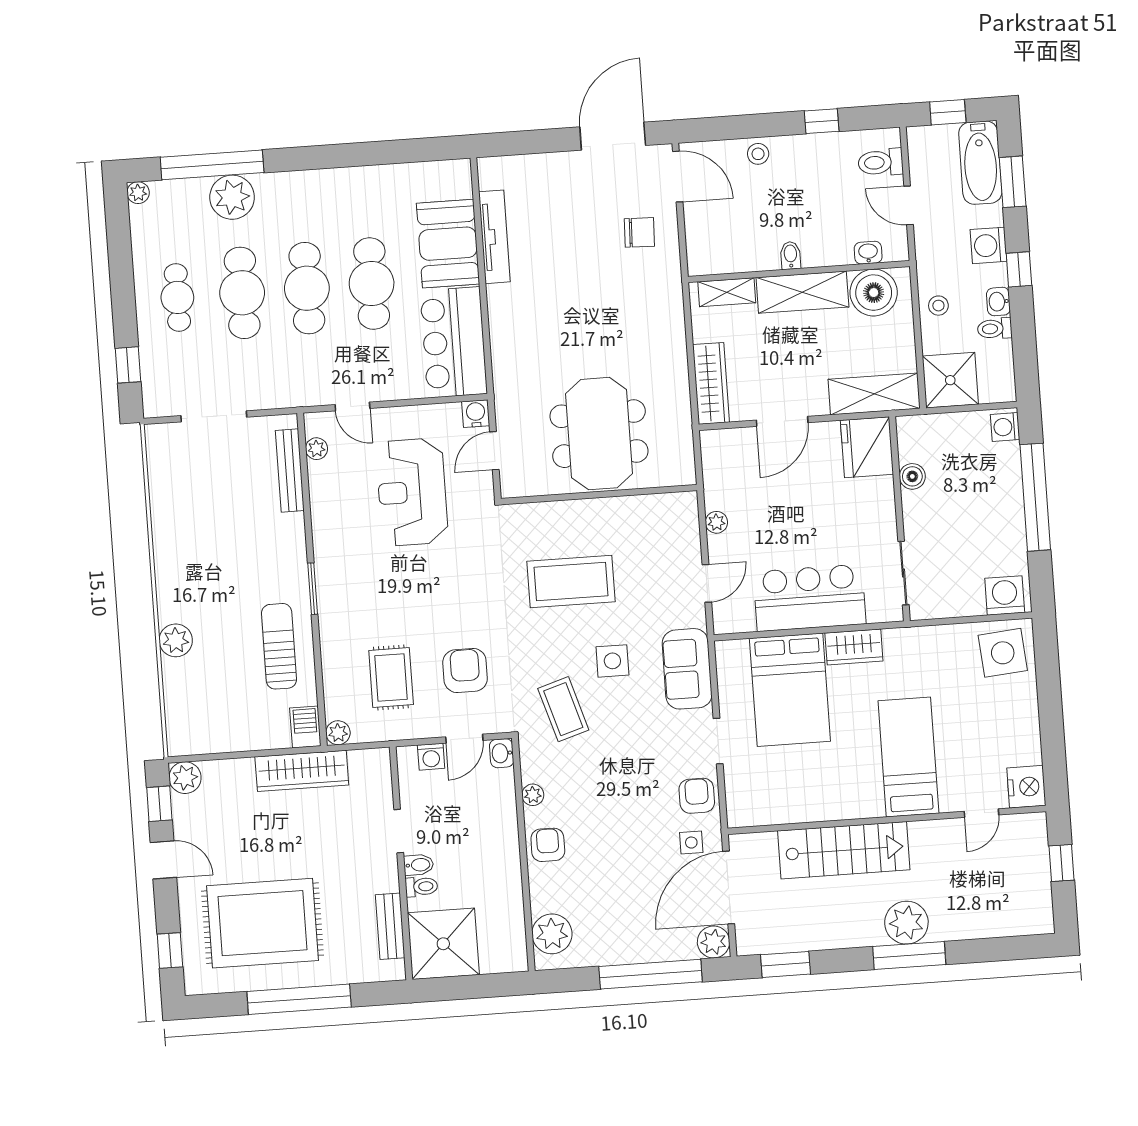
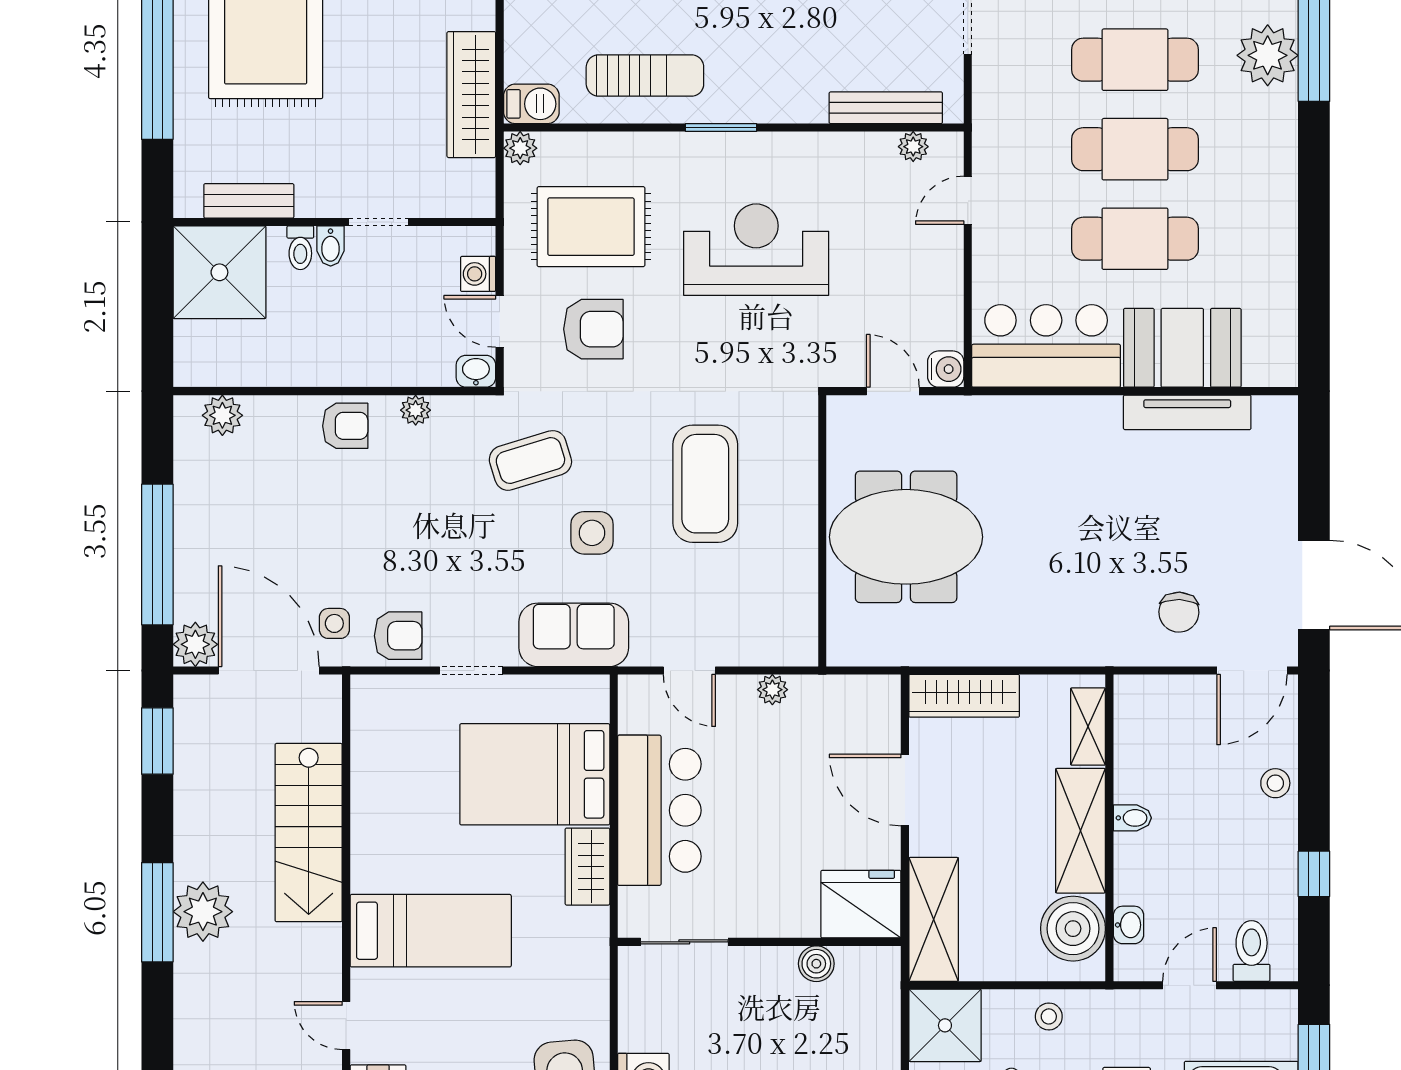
reception desk: (412, 492) -> (756, 250), moved
rug: (391, 678) -> (591, 227), width x1.36, depth x1.43
plant: (552, 934) -> (222, 415), width x0.73, depth x0.73

